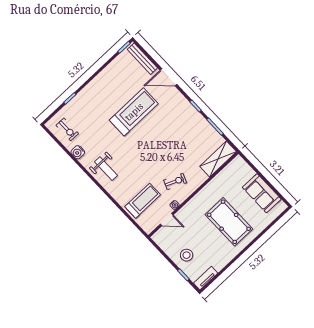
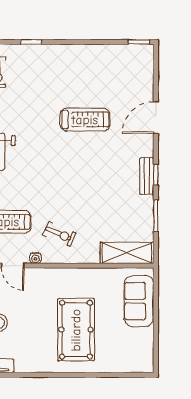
bench: (142, 59) -> (147, 176), moved, width x0.73
door: (168, 77) -> (156, 118), hinge flipped
treadmill: (134, 112) -> (85, 120), width x0.73, depth x0.73
sofa: (262, 193) -> (139, 301), moved

